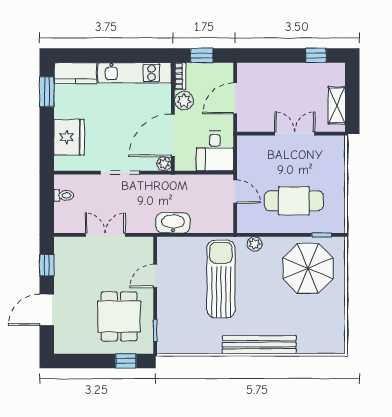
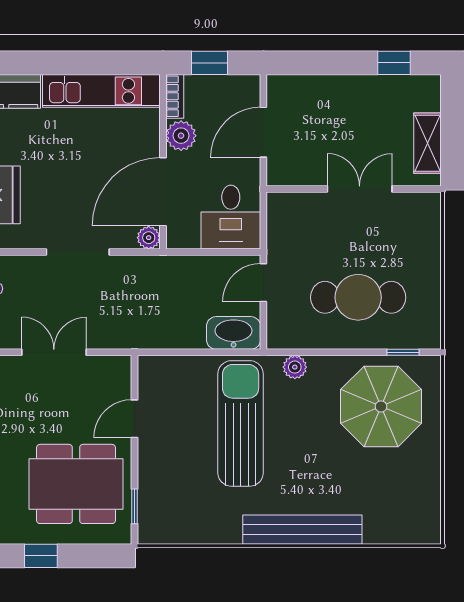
door: (235, 192) -> (263, 283), swing flipped
washbasin: (173, 223) -> (234, 333), moved
dining table: (119, 316) -> (76, 484), width x1.38
window: (126, 361) -> (41, 556), moved

